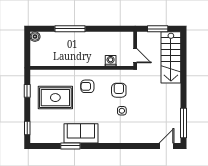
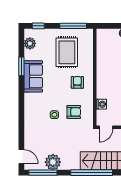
window: (183, 71) -> (92, 173), added
window: (27, 91) -> (73, 26), width x2.17
plant: (172, 112) -> (53, 162), added
plant: (46, 137) -> (30, 43), added

